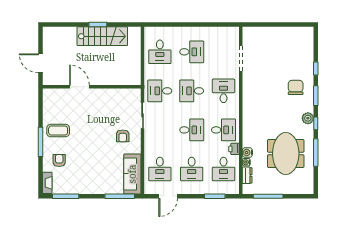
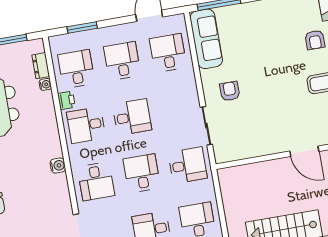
desk: (192, 91) -> (142, 173), turned -90
desk: (192, 130) -> (132, 117), turned 180
water cooler: (247, 152) -> (58, 166), moved

